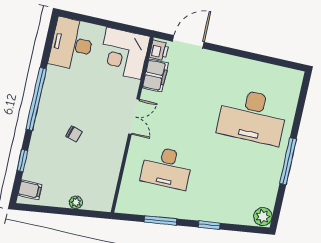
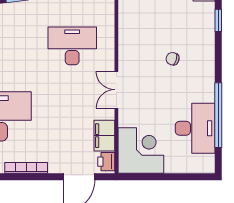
desk: (72, 44) -> (195, 128), moved
bookcase: (237, 62) -> (26, 168), added
window: (36, 99) -> (218, 115), moved

